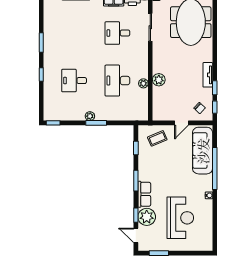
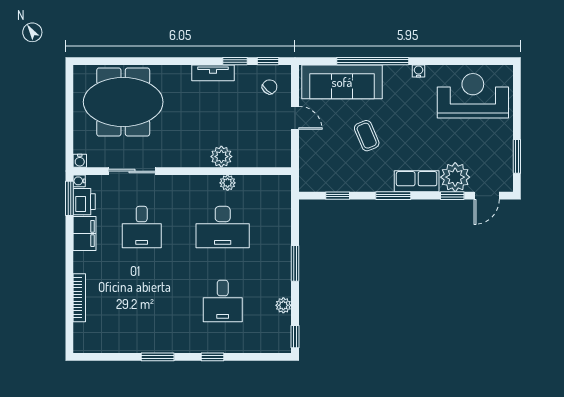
plant: (90, 116) -> (283, 305), moved
coffee table: (157, 138) -> (367, 136), moved
reception desk: (180, 218) -> (473, 96), moved

